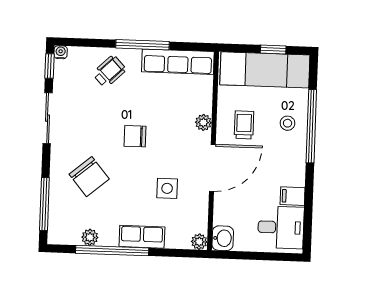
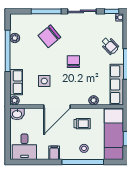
plant: (203, 122) -> (94, 100), moved
door: (212, 168) -> (57, 106), hinge flipped
filing cabinet: (293, 196) -> (54, 153), moved
window: (44, 204) -> (46, 11), moved
row of seats: (142, 237) -> (16, 82), moved

